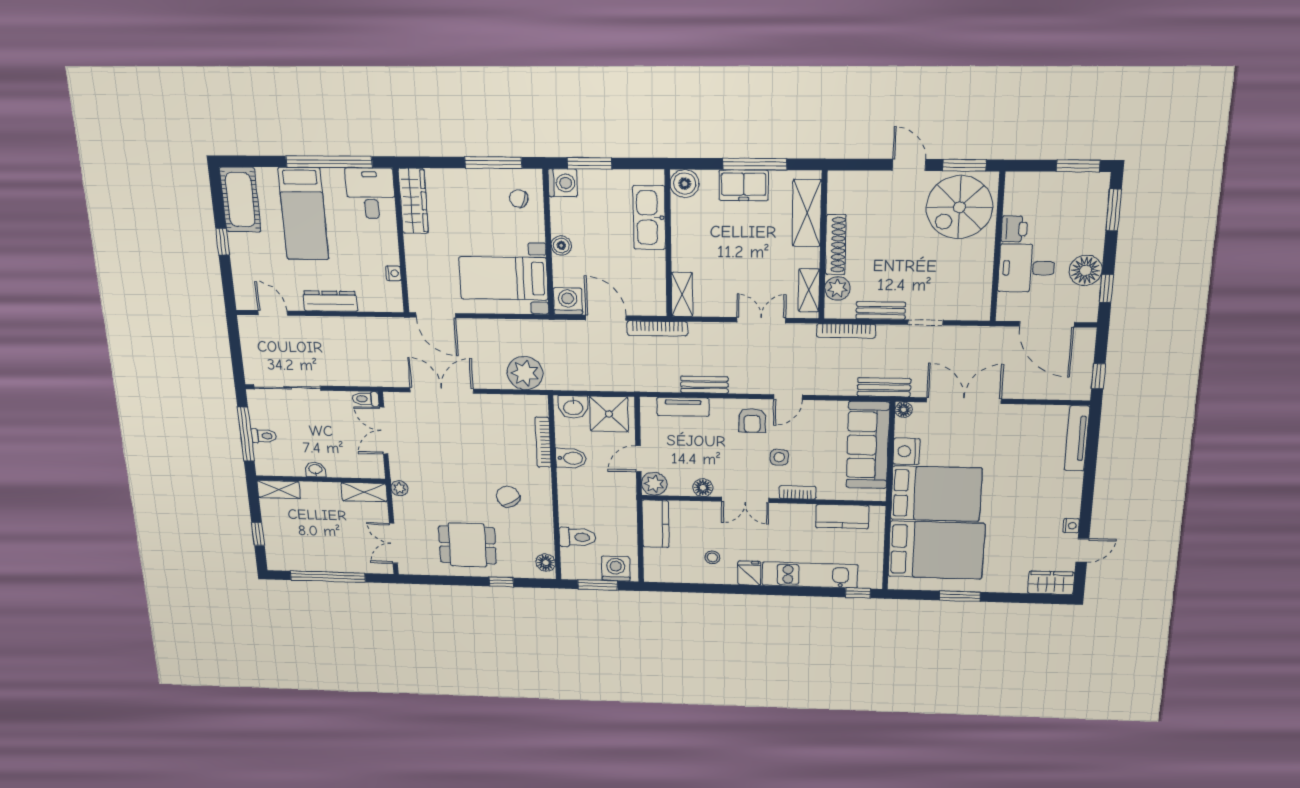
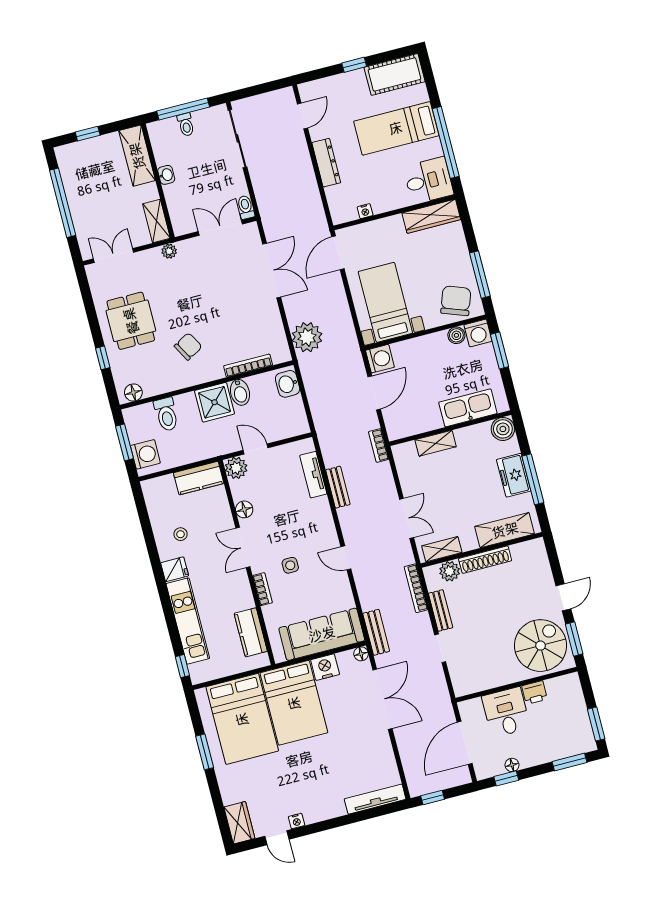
chair: (519, 199) -> (456, 301), width x1.87, depth x1.87
spiral stairs: (959, 207) -> (540, 646), turned 90
boiler: (561, 246) -> (456, 335), moved
floor lamp: (1086, 270) -> (512, 765), width x0.53, depth x0.53
shelving: (682, 294) -> (436, 443), moved
bookcase: (657, 328) -> (379, 445), width x0.64
shower: (609, 414) -> (215, 402), moved
armchair: (752, 420) -> (317, 534), removed
shelving: (279, 489) -> (137, 156), width x1.50, depth x1.33

